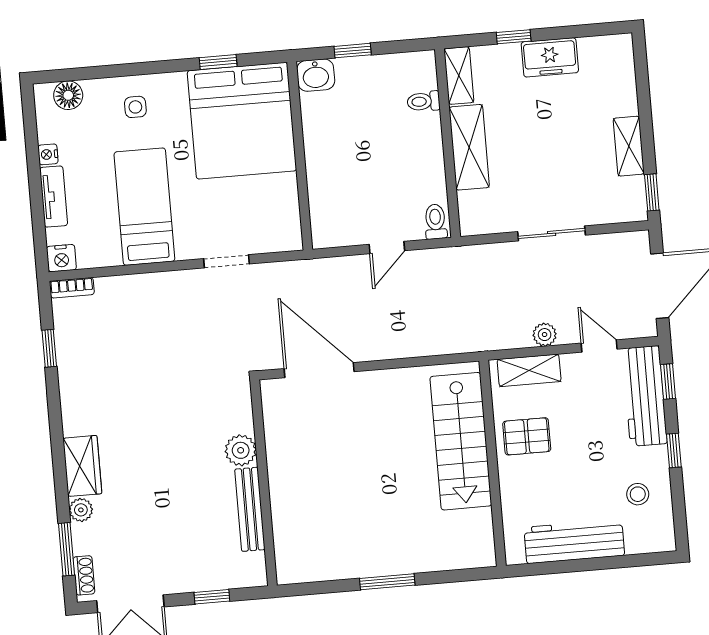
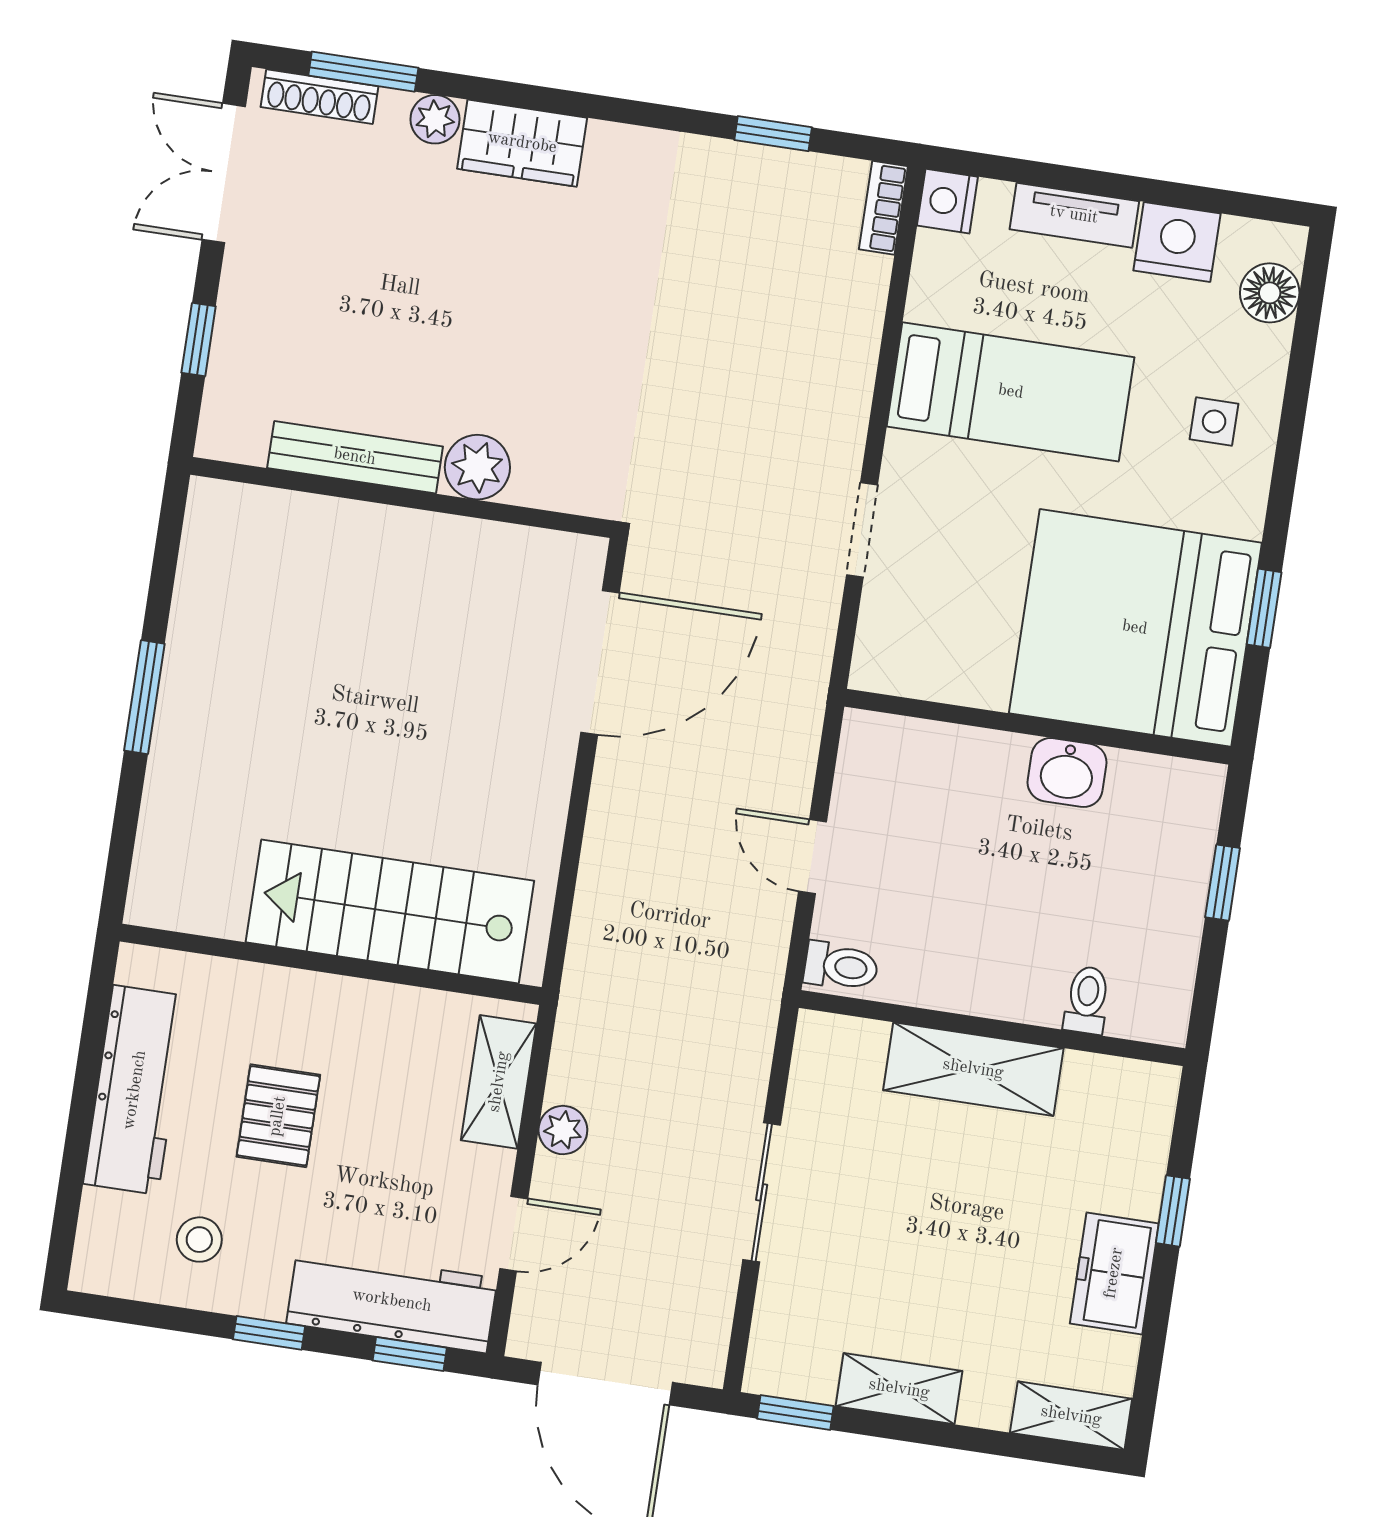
washbasin: (316, 75) -> (1067, 772), moved, turned -90
shelving: (459, 76) -> (1071, 1416), moved
nightstand: (48, 154) -> (1177, 242), width x1.89, depth x1.79
pallet: (527, 436) -> (278, 1116), moved
shoe rack: (84, 575) -> (320, 97), width x1.43

